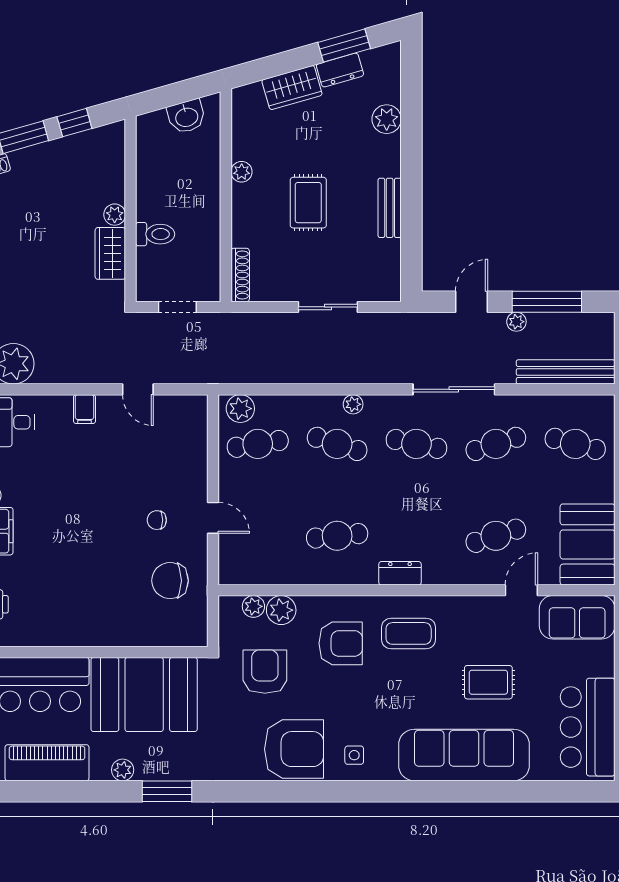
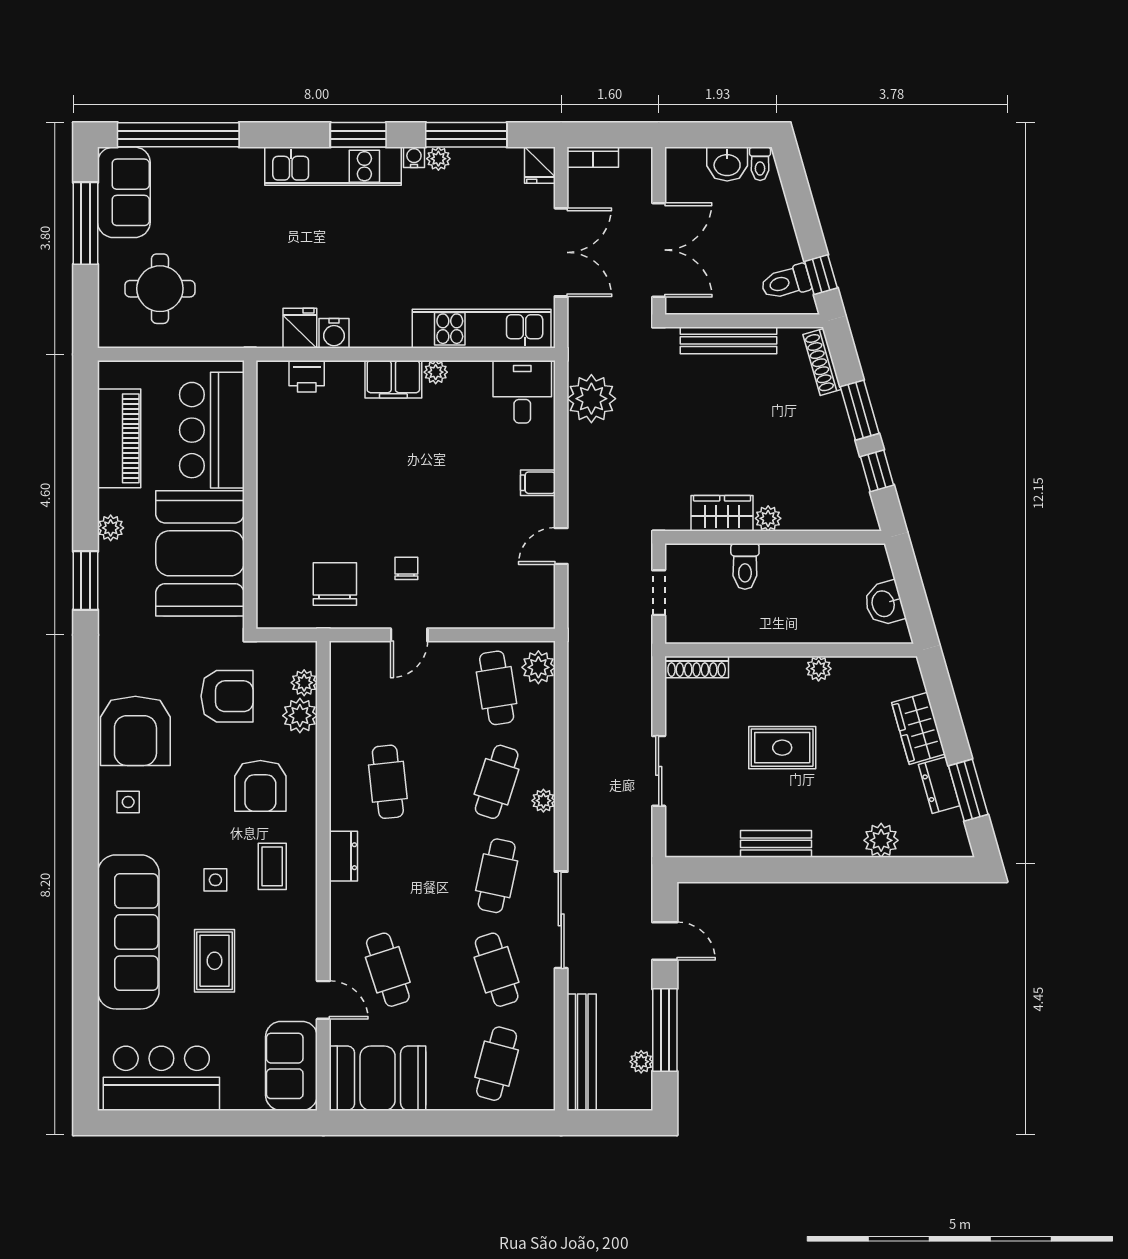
plant: (516, 322) -> (641, 1062), moved
coffee table: (409, 633) -> (272, 866), width x0.73, depth x0.77
side table: (420, 681) -> (215, 880), added

